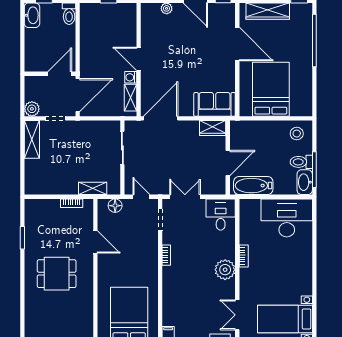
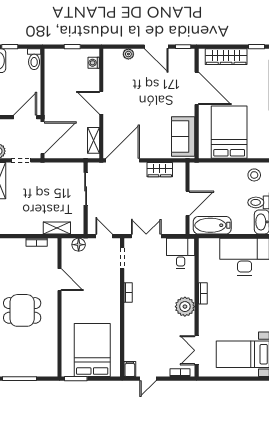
washing machine: (131, 77) -> (94, 63), moved
sofa: (215, 104) -> (183, 137), moved, turned -90
wardrobe: (213, 128) -> (160, 170), moved

